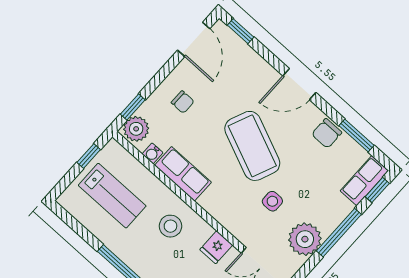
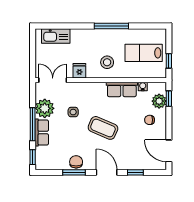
window: (241, 31) -> (135, 172), moved
door: (299, 84) -> (107, 172), hinge flipped
plant: (136, 129) -> (159, 101), moved
window: (356, 136) -> (74, 172), moved
coffee table: (252, 146) -> (103, 128), width x0.73, depth x0.76
row of seats: (364, 181) -> (42, 133), moved

